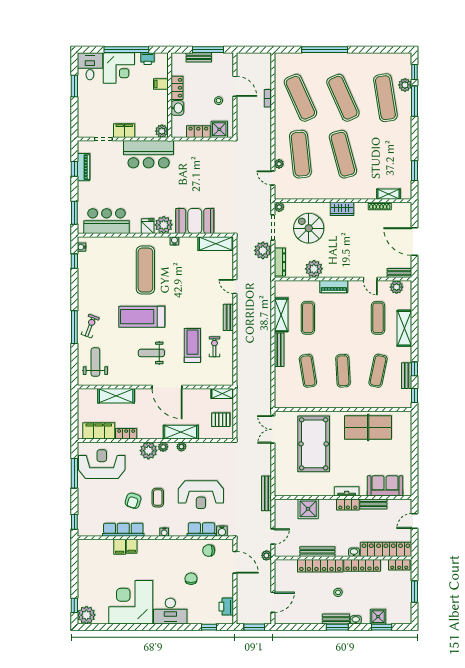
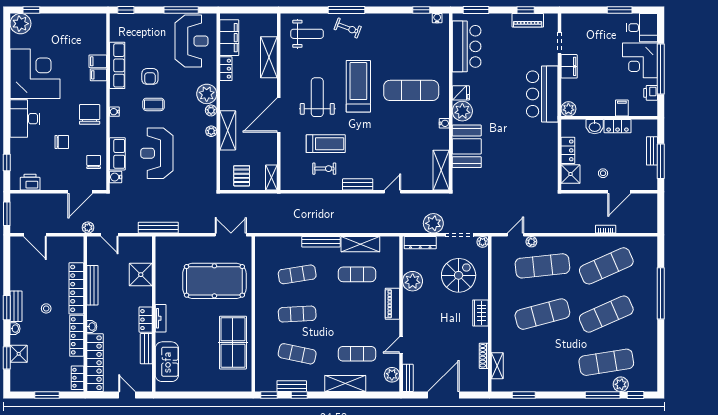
weight bench: (151, 353) -> (317, 97), width x1.36, depth x1.33
armchair: (133, 501) -> (150, 76), turned -108
chair: (167, 554) -> (90, 114), added

